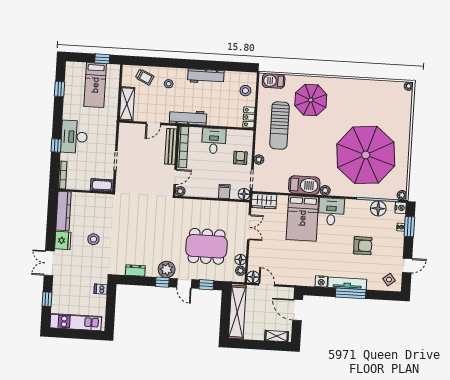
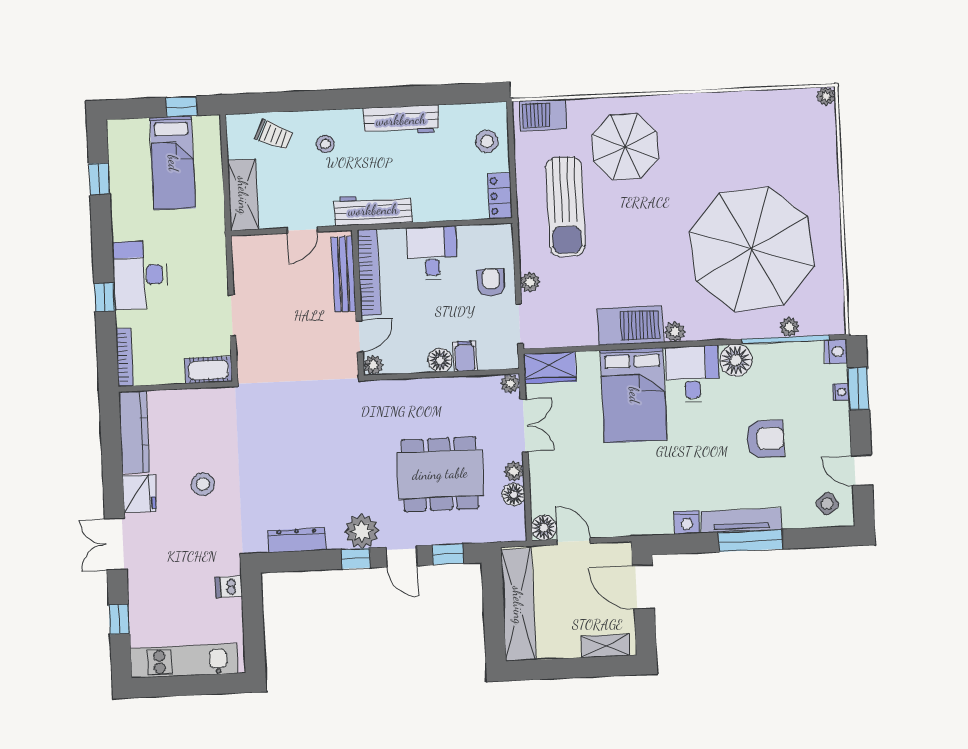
floor lamp: (244, 194) -> (440, 360), moved
plant: (402, 195) -> (789, 327), moved
plant: (244, 207) -> (510, 383), added
floor lamp: (378, 208) -> (736, 360), moved
door: (407, 265) -> (862, 470), swing flipped
dresser: (135, 270) -> (297, 540), width x1.44
plant: (240, 271) -> (514, 471), moved

